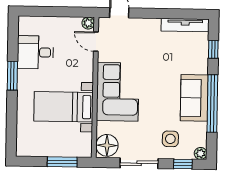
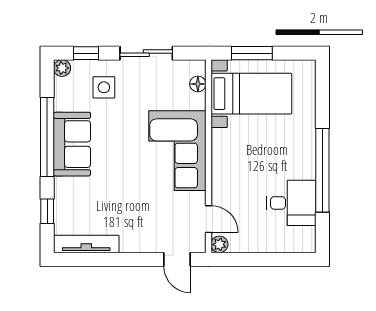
window: (12, 76) -> (322, 170), width x2.11
bed with nightstands: (64, 107) -> (251, 94), moved
floor lamp: (107, 145) -> (198, 84), width x0.53, depth x0.53

